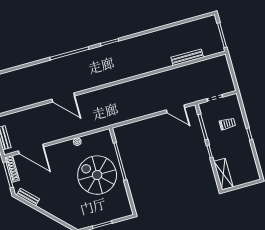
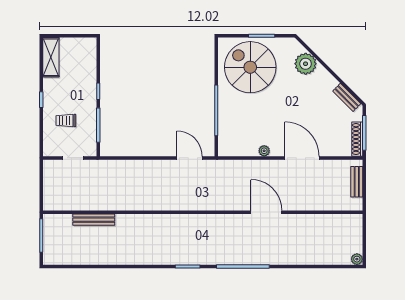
door: (176, 109) -> (190, 158), moved
door: (31, 149) -> (302, 158), moved
shelving: (223, 174) -> (51, 57), moved
spiral stairs: (97, 175) -> (250, 67), moved, turned 180
plant: (65, 213) -> (306, 64), added

